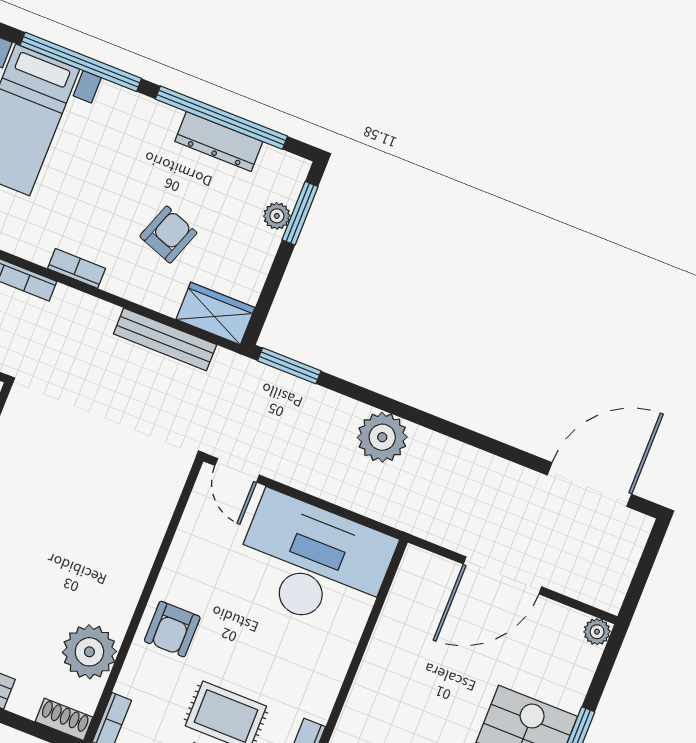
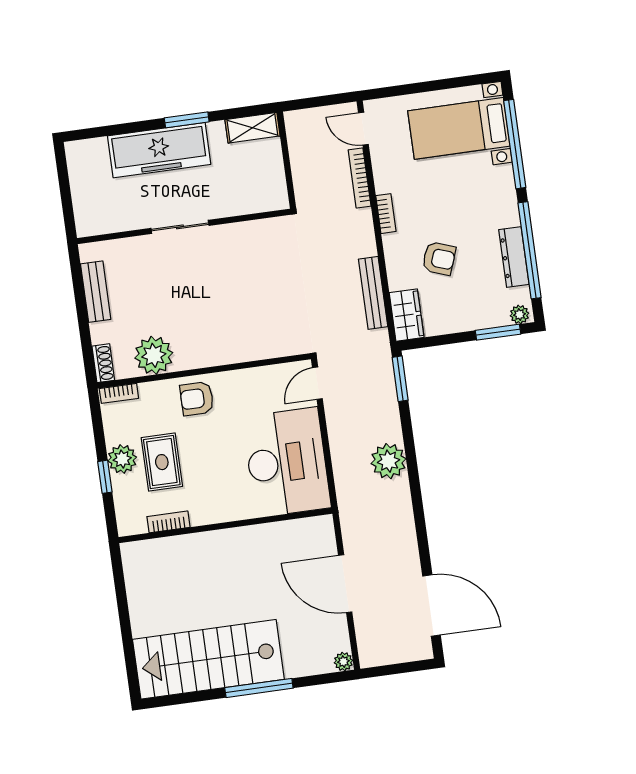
plant: (277, 216) -> (520, 314), moved

